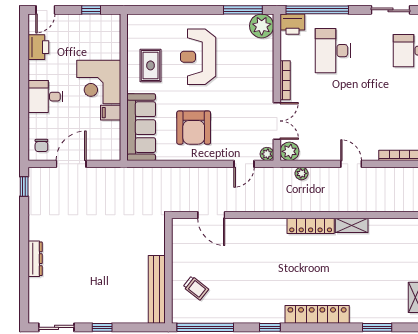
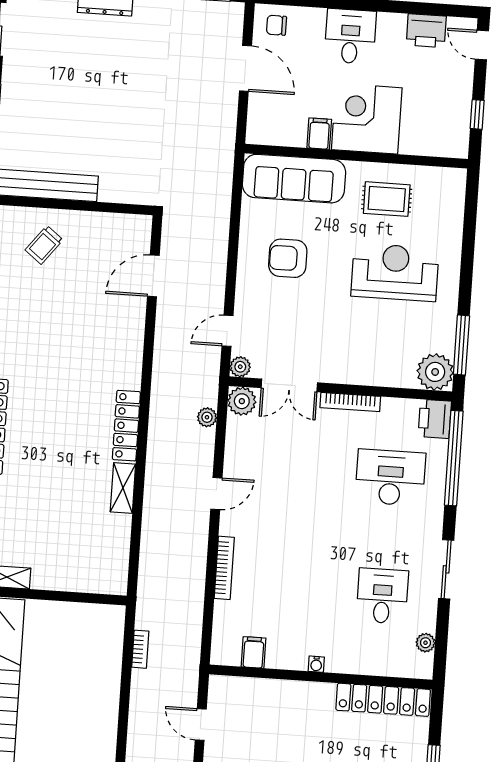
armchair: (194, 128) -> (288, 258), width x0.73, depth x0.73
door: (244, 164) -> (228, 331), hinge flipped

